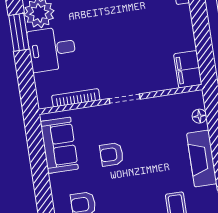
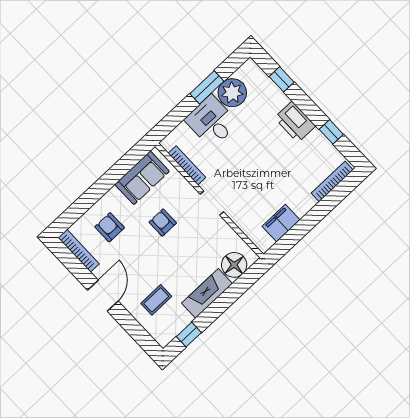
filing cabinet: (188, 69) -> (281, 223), moved
floor lamp: (199, 116) -> (234, 265), width x1.89, depth x1.89

